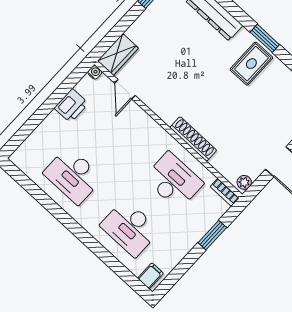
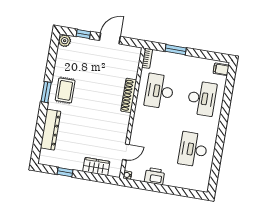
wardrobe: (118, 54) -> (96, 166), moved
rug: (251, 64) -> (65, 90), turned 90
desk: (73, 175) -> (193, 149), turned 180
plant: (244, 182) -> (134, 51), removed

